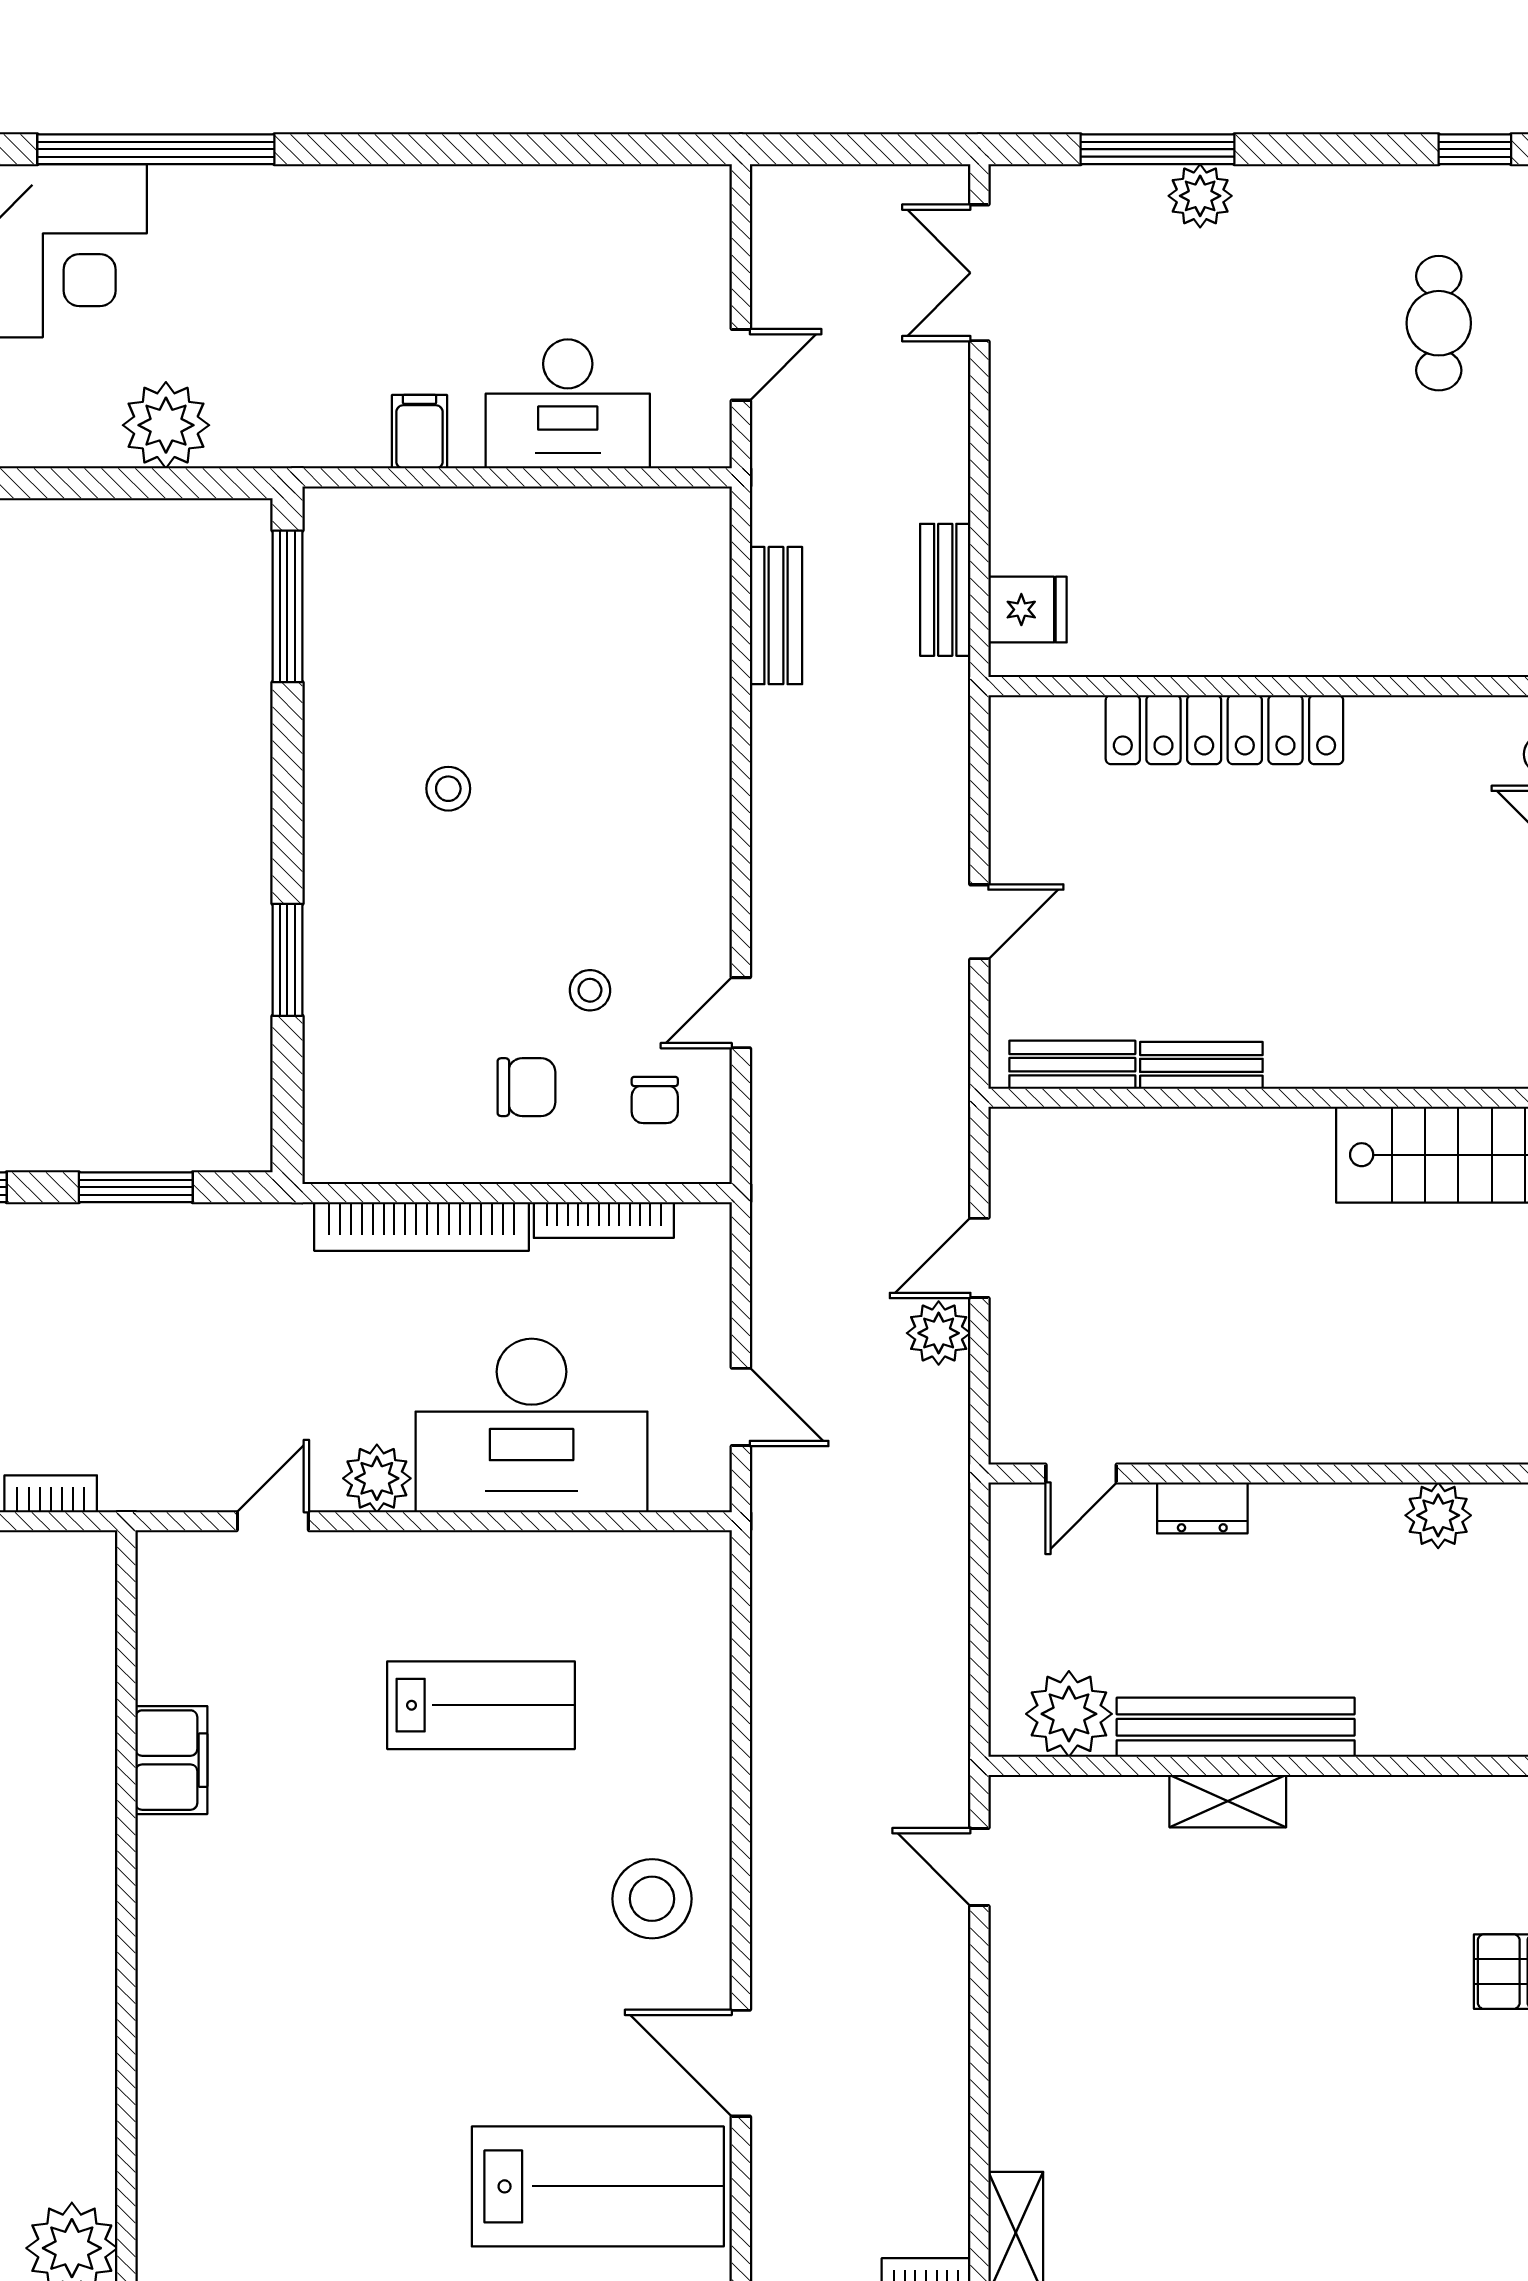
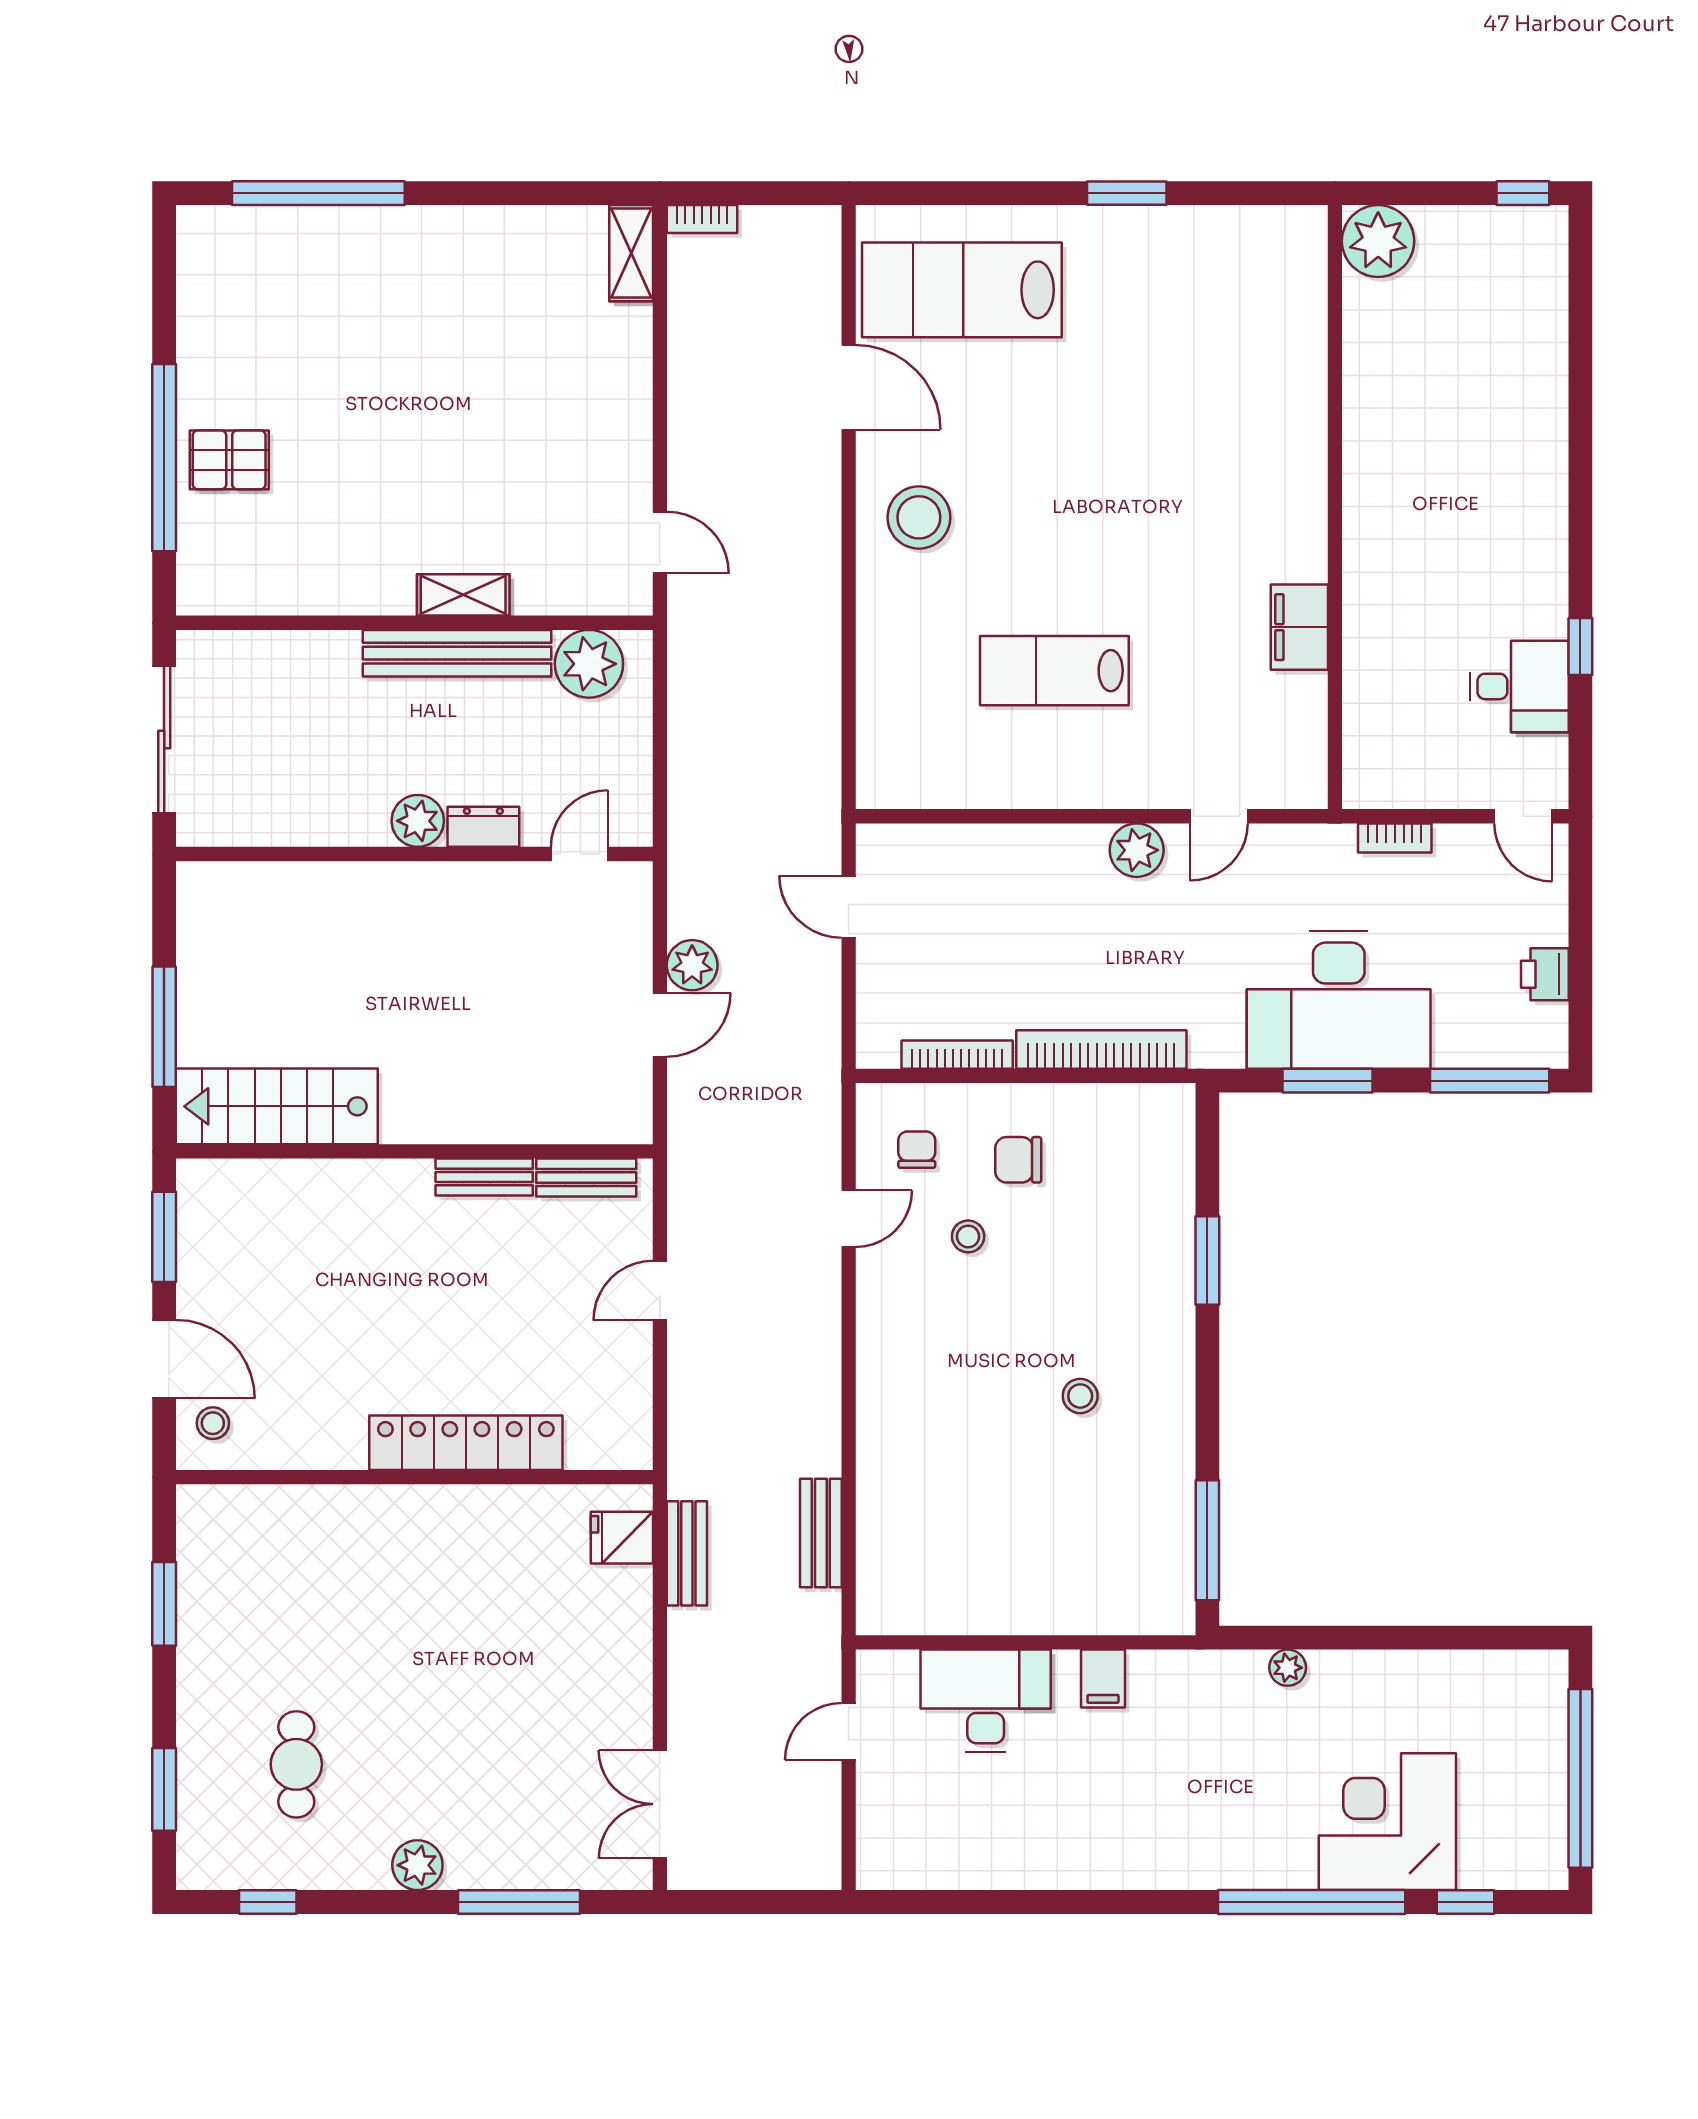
plant: (1200, 196) -> (417, 1865), moved
double door: (979, 273) -> (660, 1804), swing flipped
plant: (166, 425) -> (1288, 1668), width x0.53, depth x0.53
desk: (532, 1425) -> (1339, 1000), moved, turned 180
plant: (1438, 1515) -> (418, 821), moved

